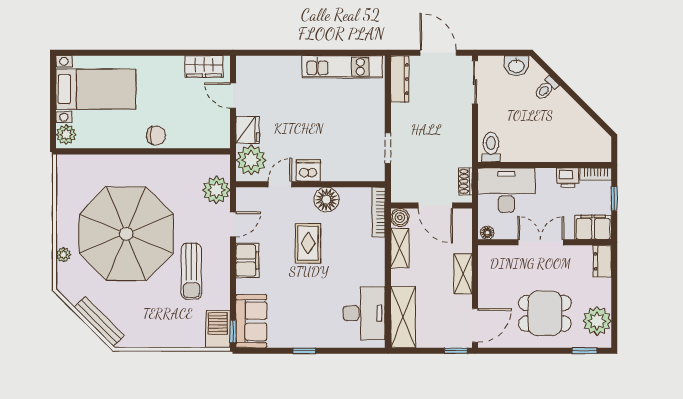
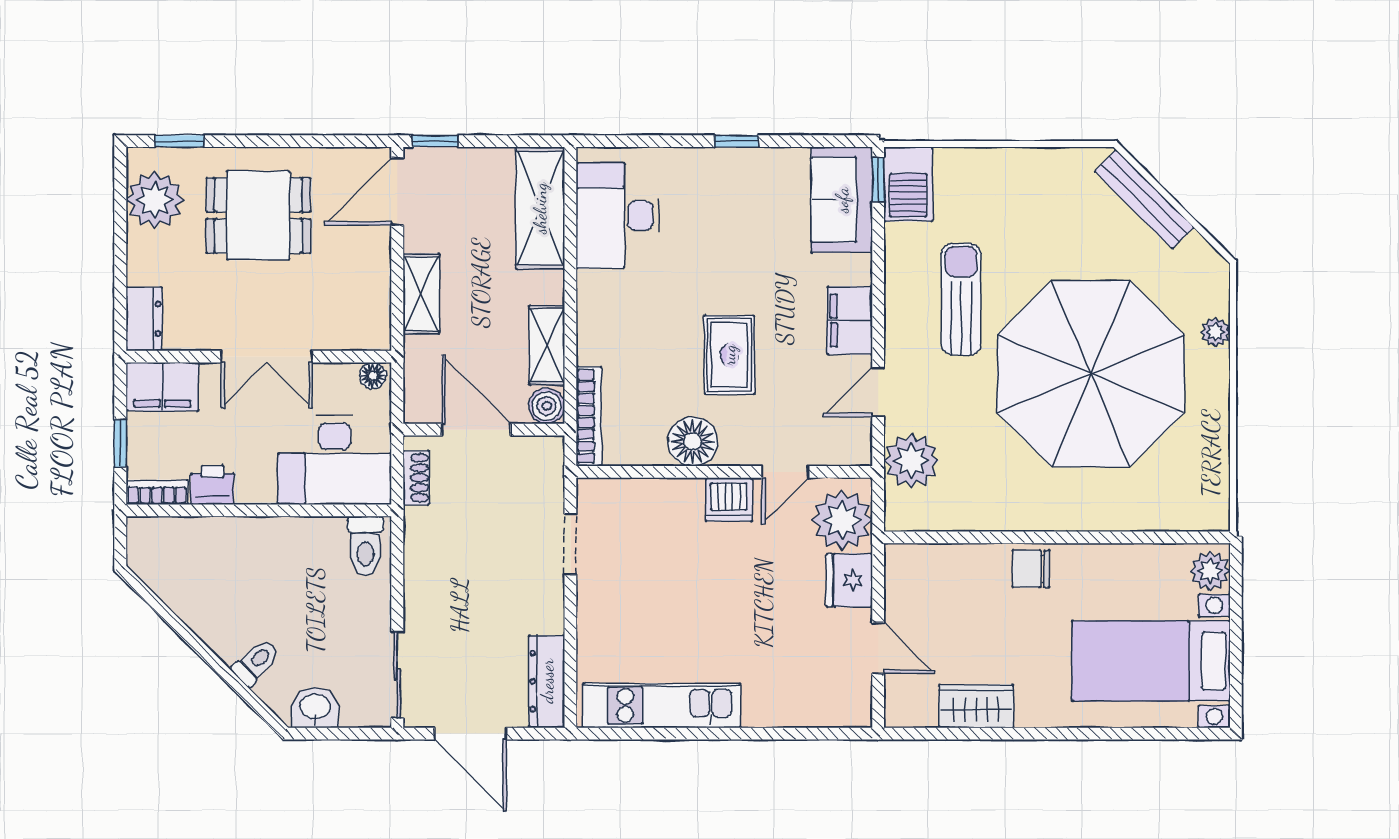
wardrobe: (204, 66) -> (976, 706), moved

